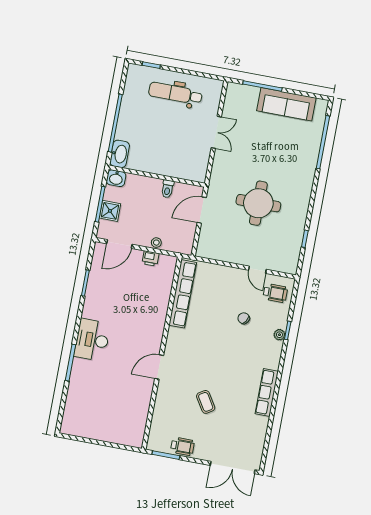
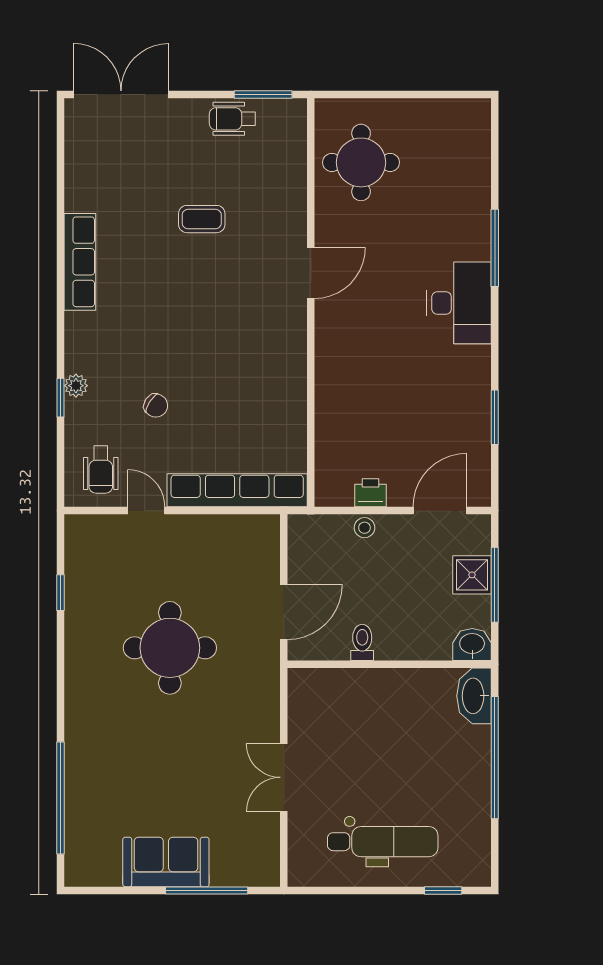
sofa: (286, 104) -> (166, 862), width x0.73
wheelchair: (275, 293) -> (101, 470), turned -90
row of seats: (183, 294) -> (237, 490), moved, turned 90
coffee table: (206, 402) -> (202, 219), turned -58
round table: (126, 414) -> (361, 162), added

